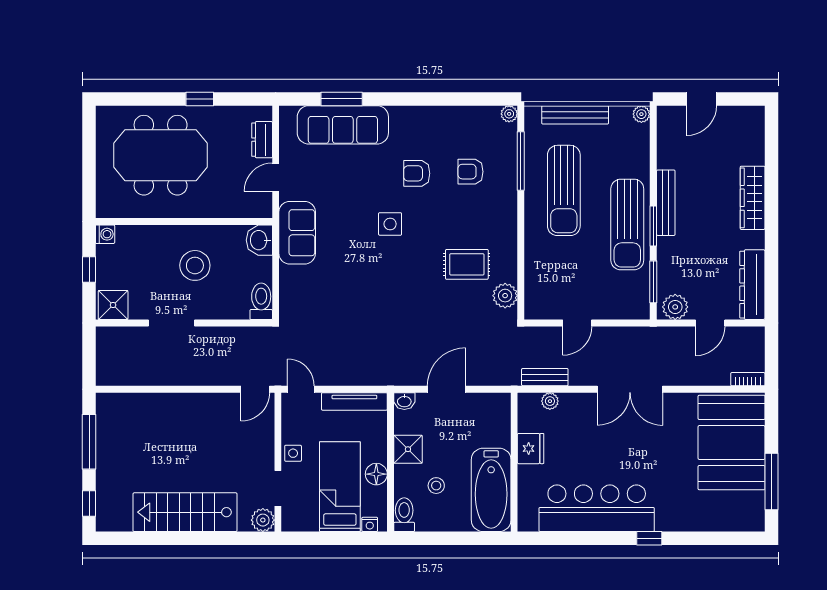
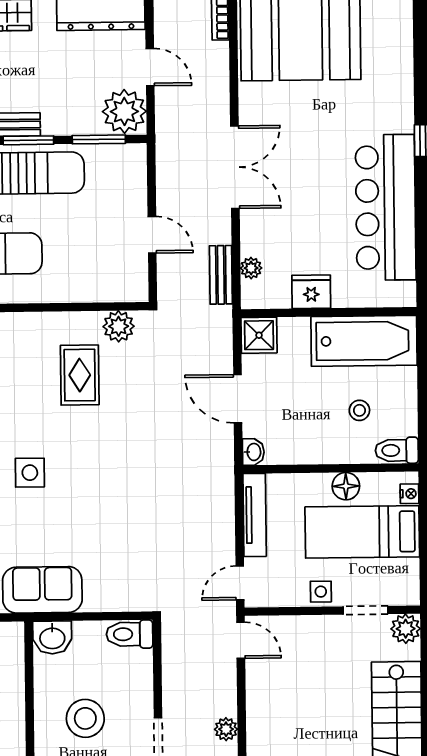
plant: (675, 307) -> (124, 111), width x1.36, depth x1.36
plant: (185, 377) -> (226, 729), added
shower: (408, 449) -> (259, 335), moved

